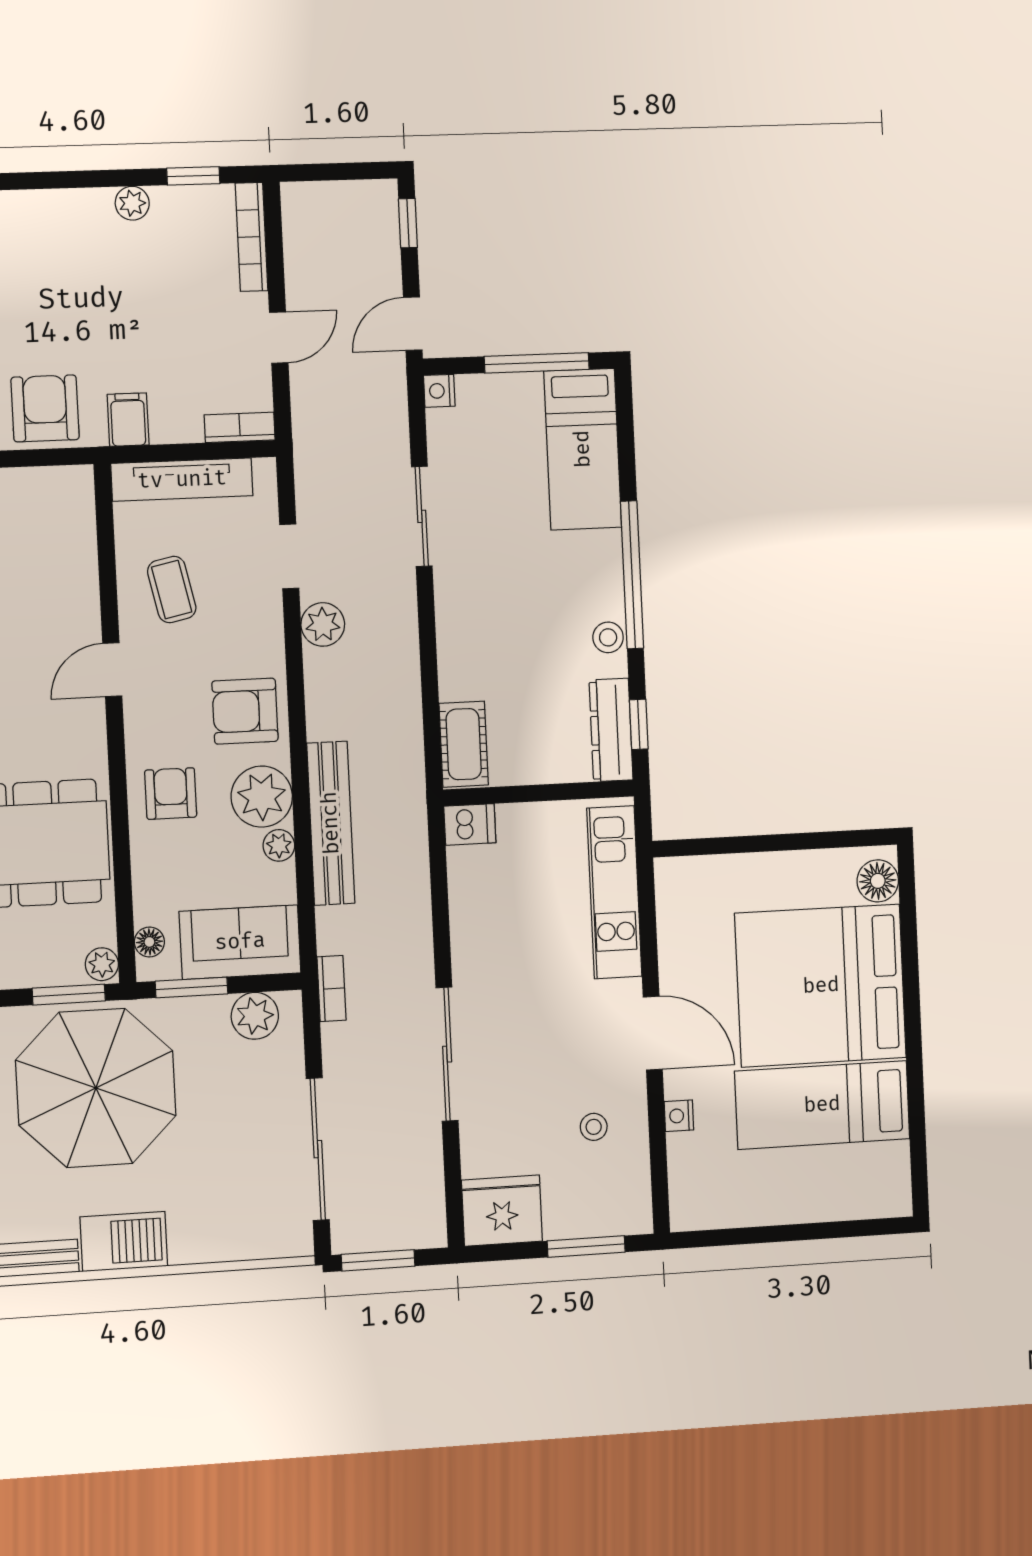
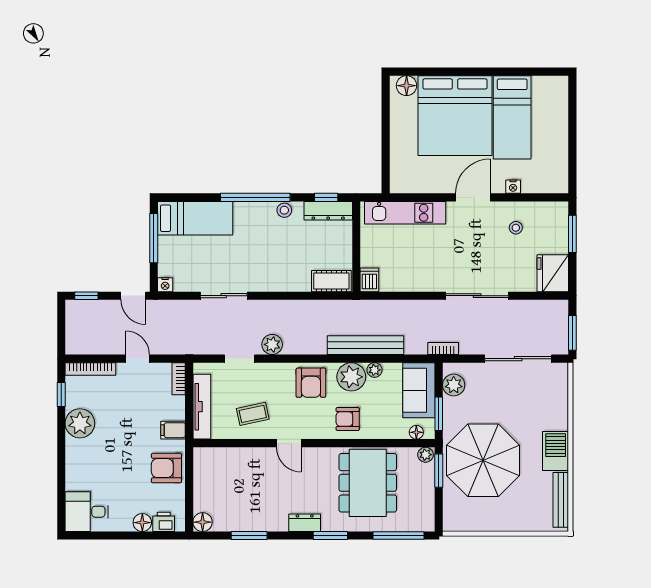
plant: (132, 203) -> (80, 423), width x1.88, depth x1.88

